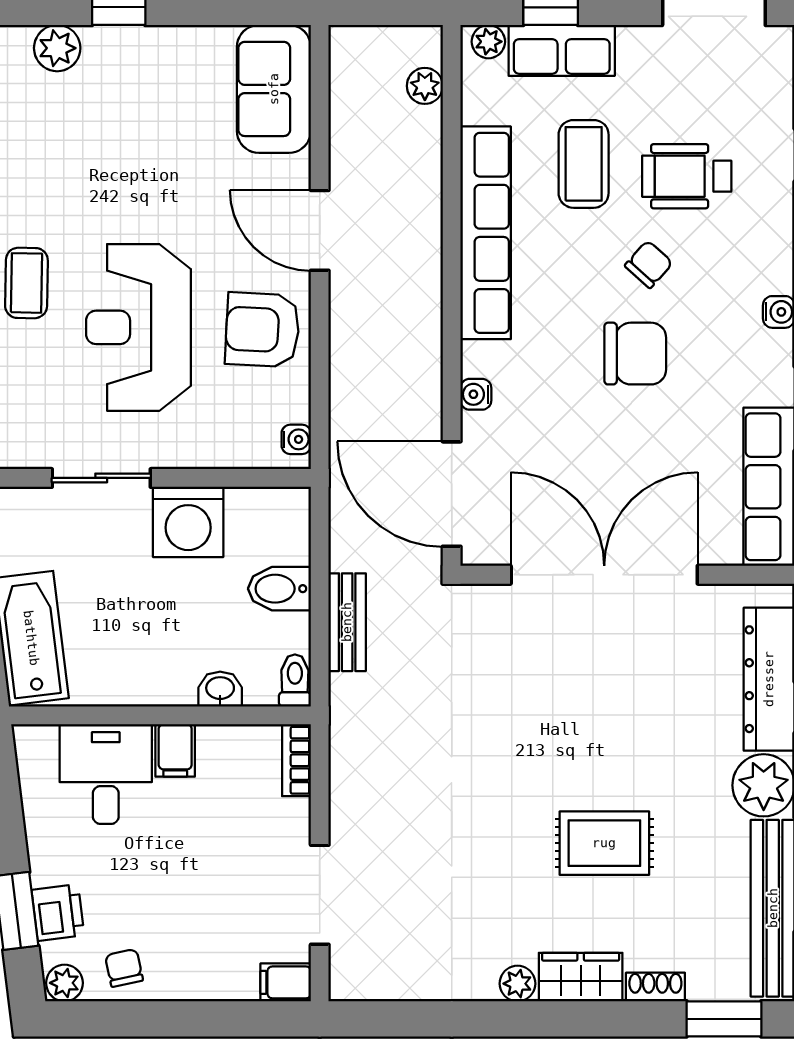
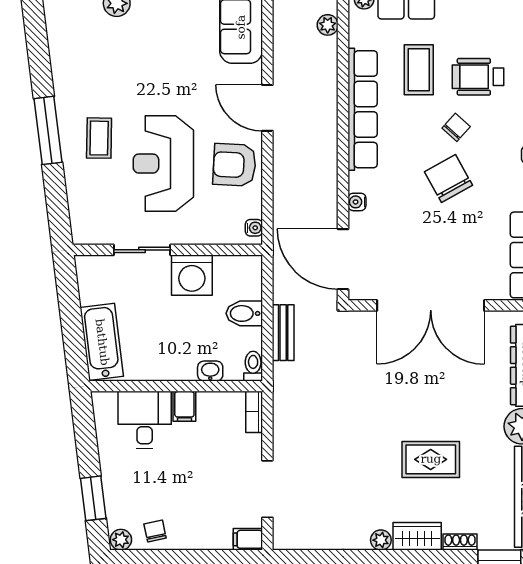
chair: (635, 354) -> (448, 179), turned -119
double door: (604, 575) -> (431, 305), swing flipped
printer: (58, 913) -> (117, 499), removed

